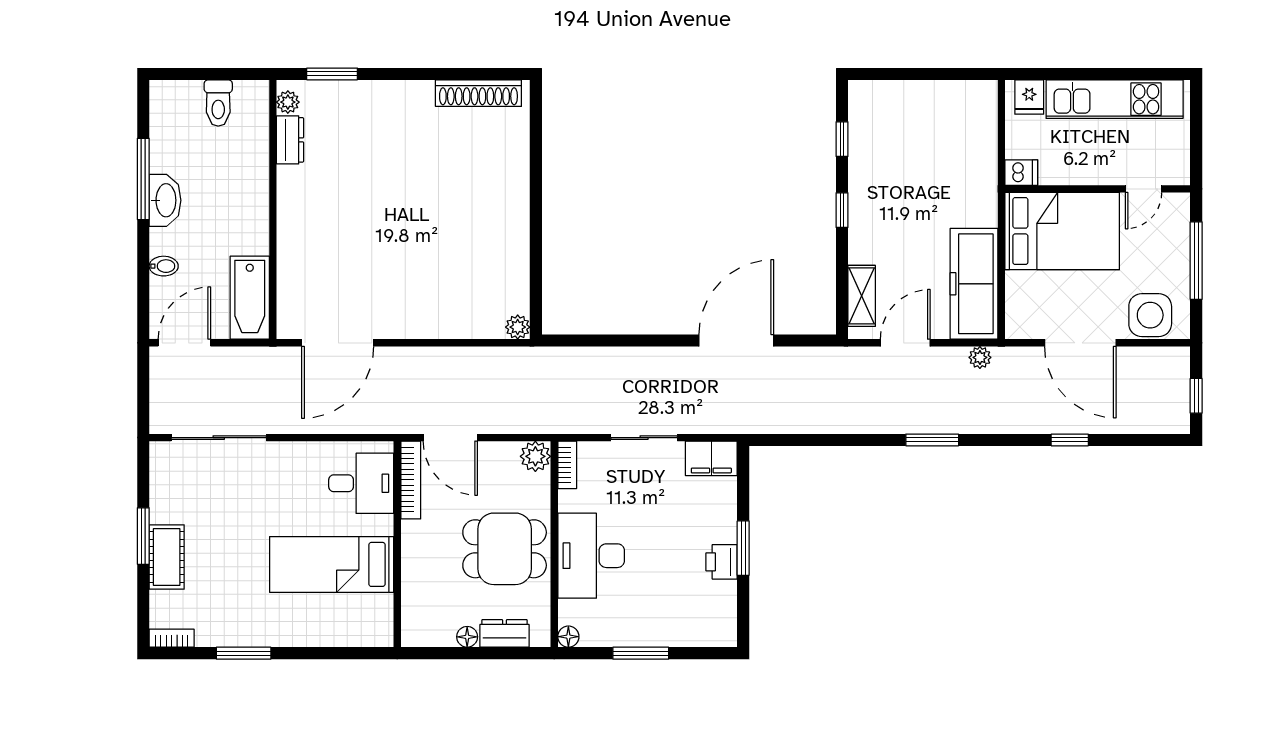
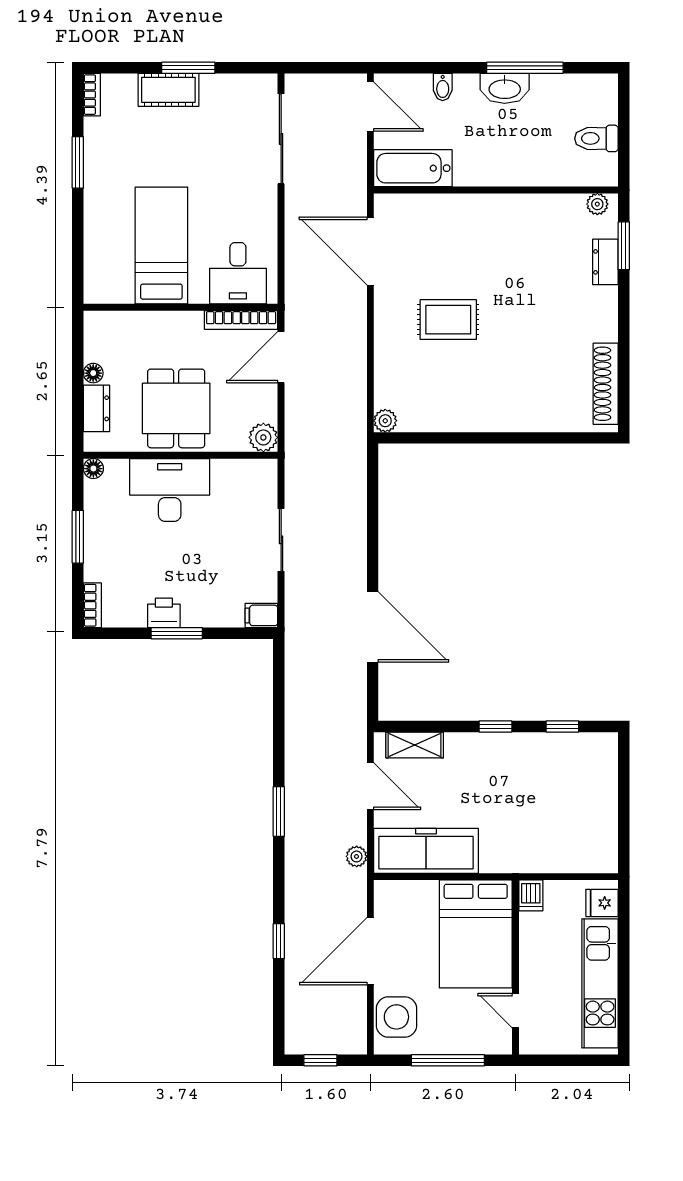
dresser: (290, 140) -> (605, 262), moved, turned 90
rug: (410, 260) -> (448, 320), added
filing cabinet: (711, 458) -> (261, 615), width x0.50
bookcase: (567, 465) -> (92, 605), moved, turned -90

